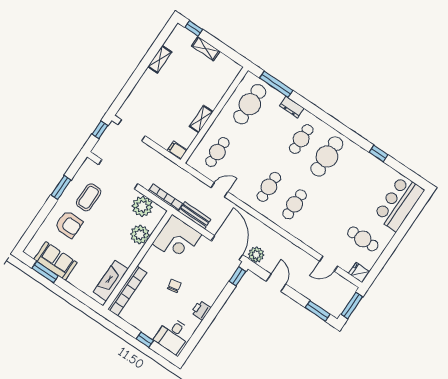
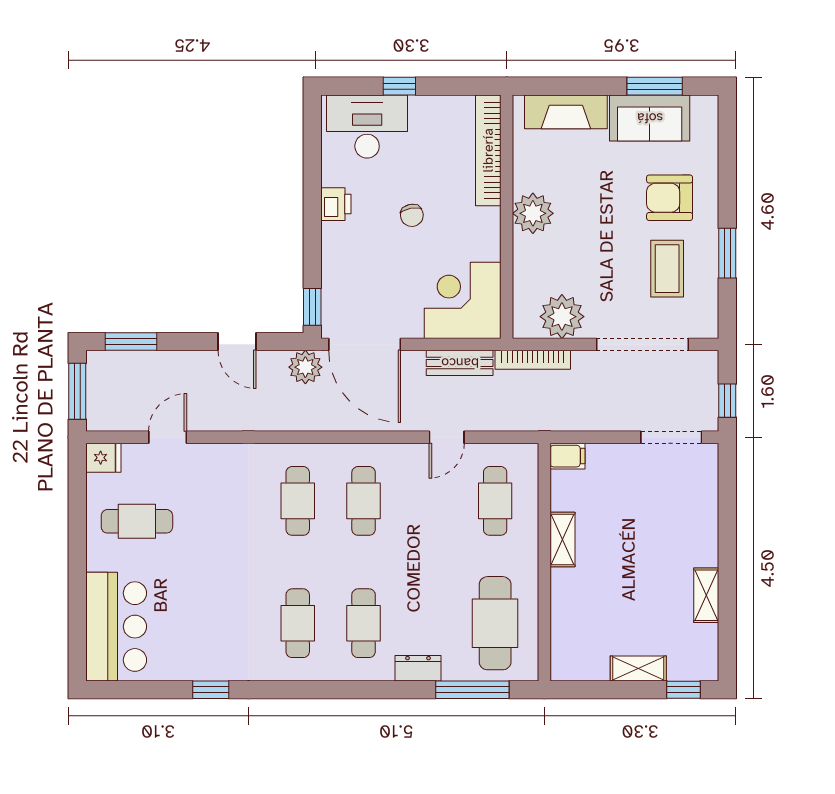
cafe table: (327, 156) -> (298, 623), width x0.73, depth x0.74
plant: (140, 235) -> (533, 213), moved
fireplace: (111, 281) -> (566, 112), moved, turned 90
desk: (173, 335) -> (367, 127), width x1.37

